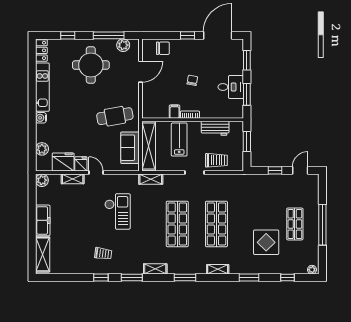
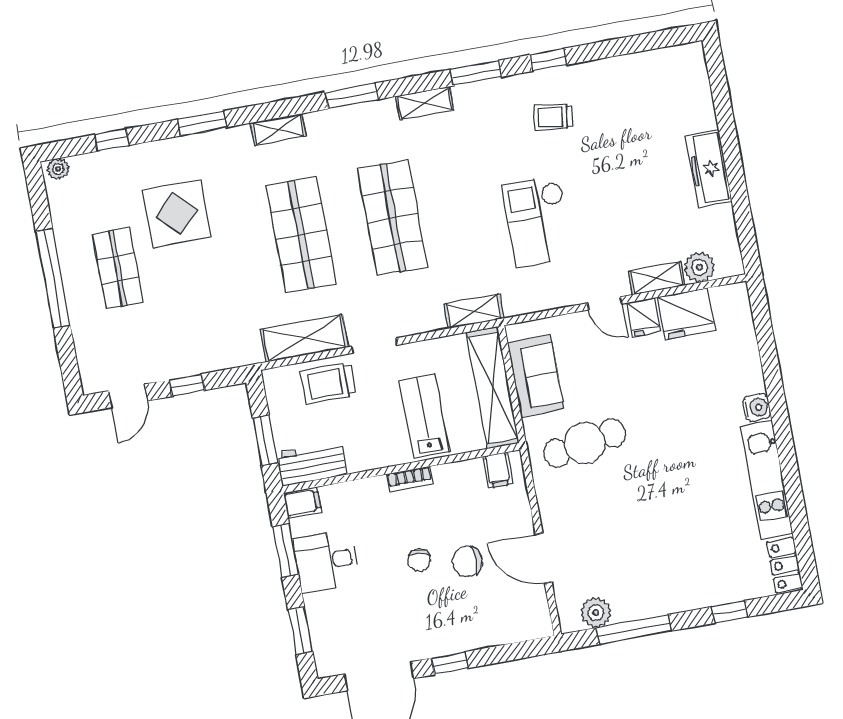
chair: (163, 48) -> (467, 561), moved
round table: (91, 65) -> (663, 552), removed
door: (141, 72) -> (544, 558), hinge flipped
filing cabinet: (174, 112) -> (498, 470), moved
filing cabinet: (236, 113) -> (302, 502), added
workbench: (215, 128) -> (312, 464), moved
lab bench: (179, 140) -> (424, 416), turned 180
plant: (42, 149) -> (741, 335), removed
plant: (42, 180) -> (699, 267), moved
shelving: (43, 254) -> (304, 338), moved, turned 90

